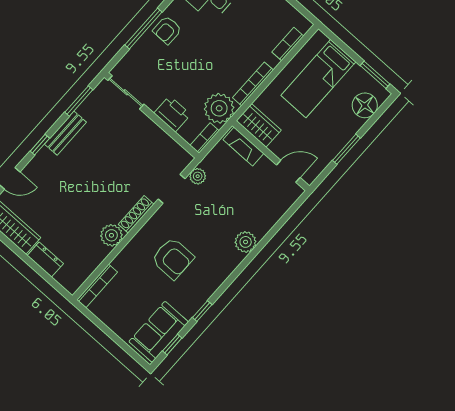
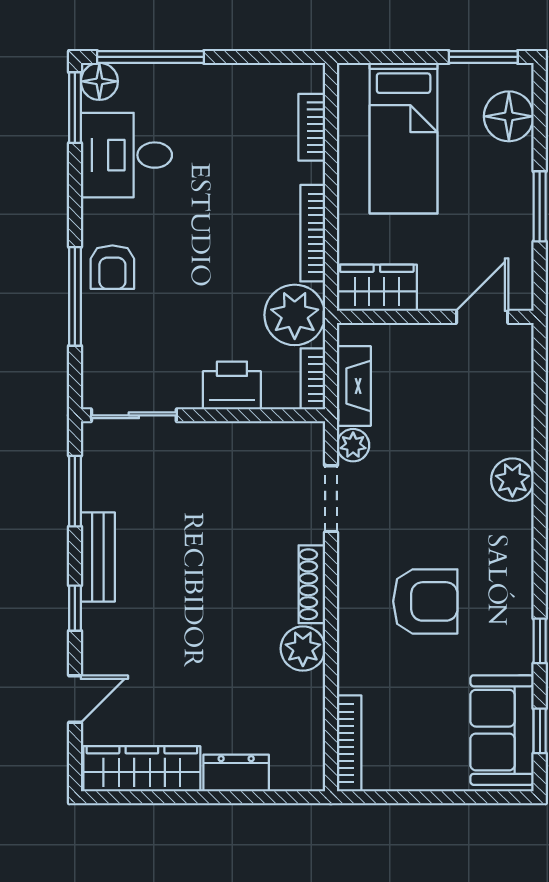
fireplace: (243, 147) -> (354, 386), moved, turned -90

